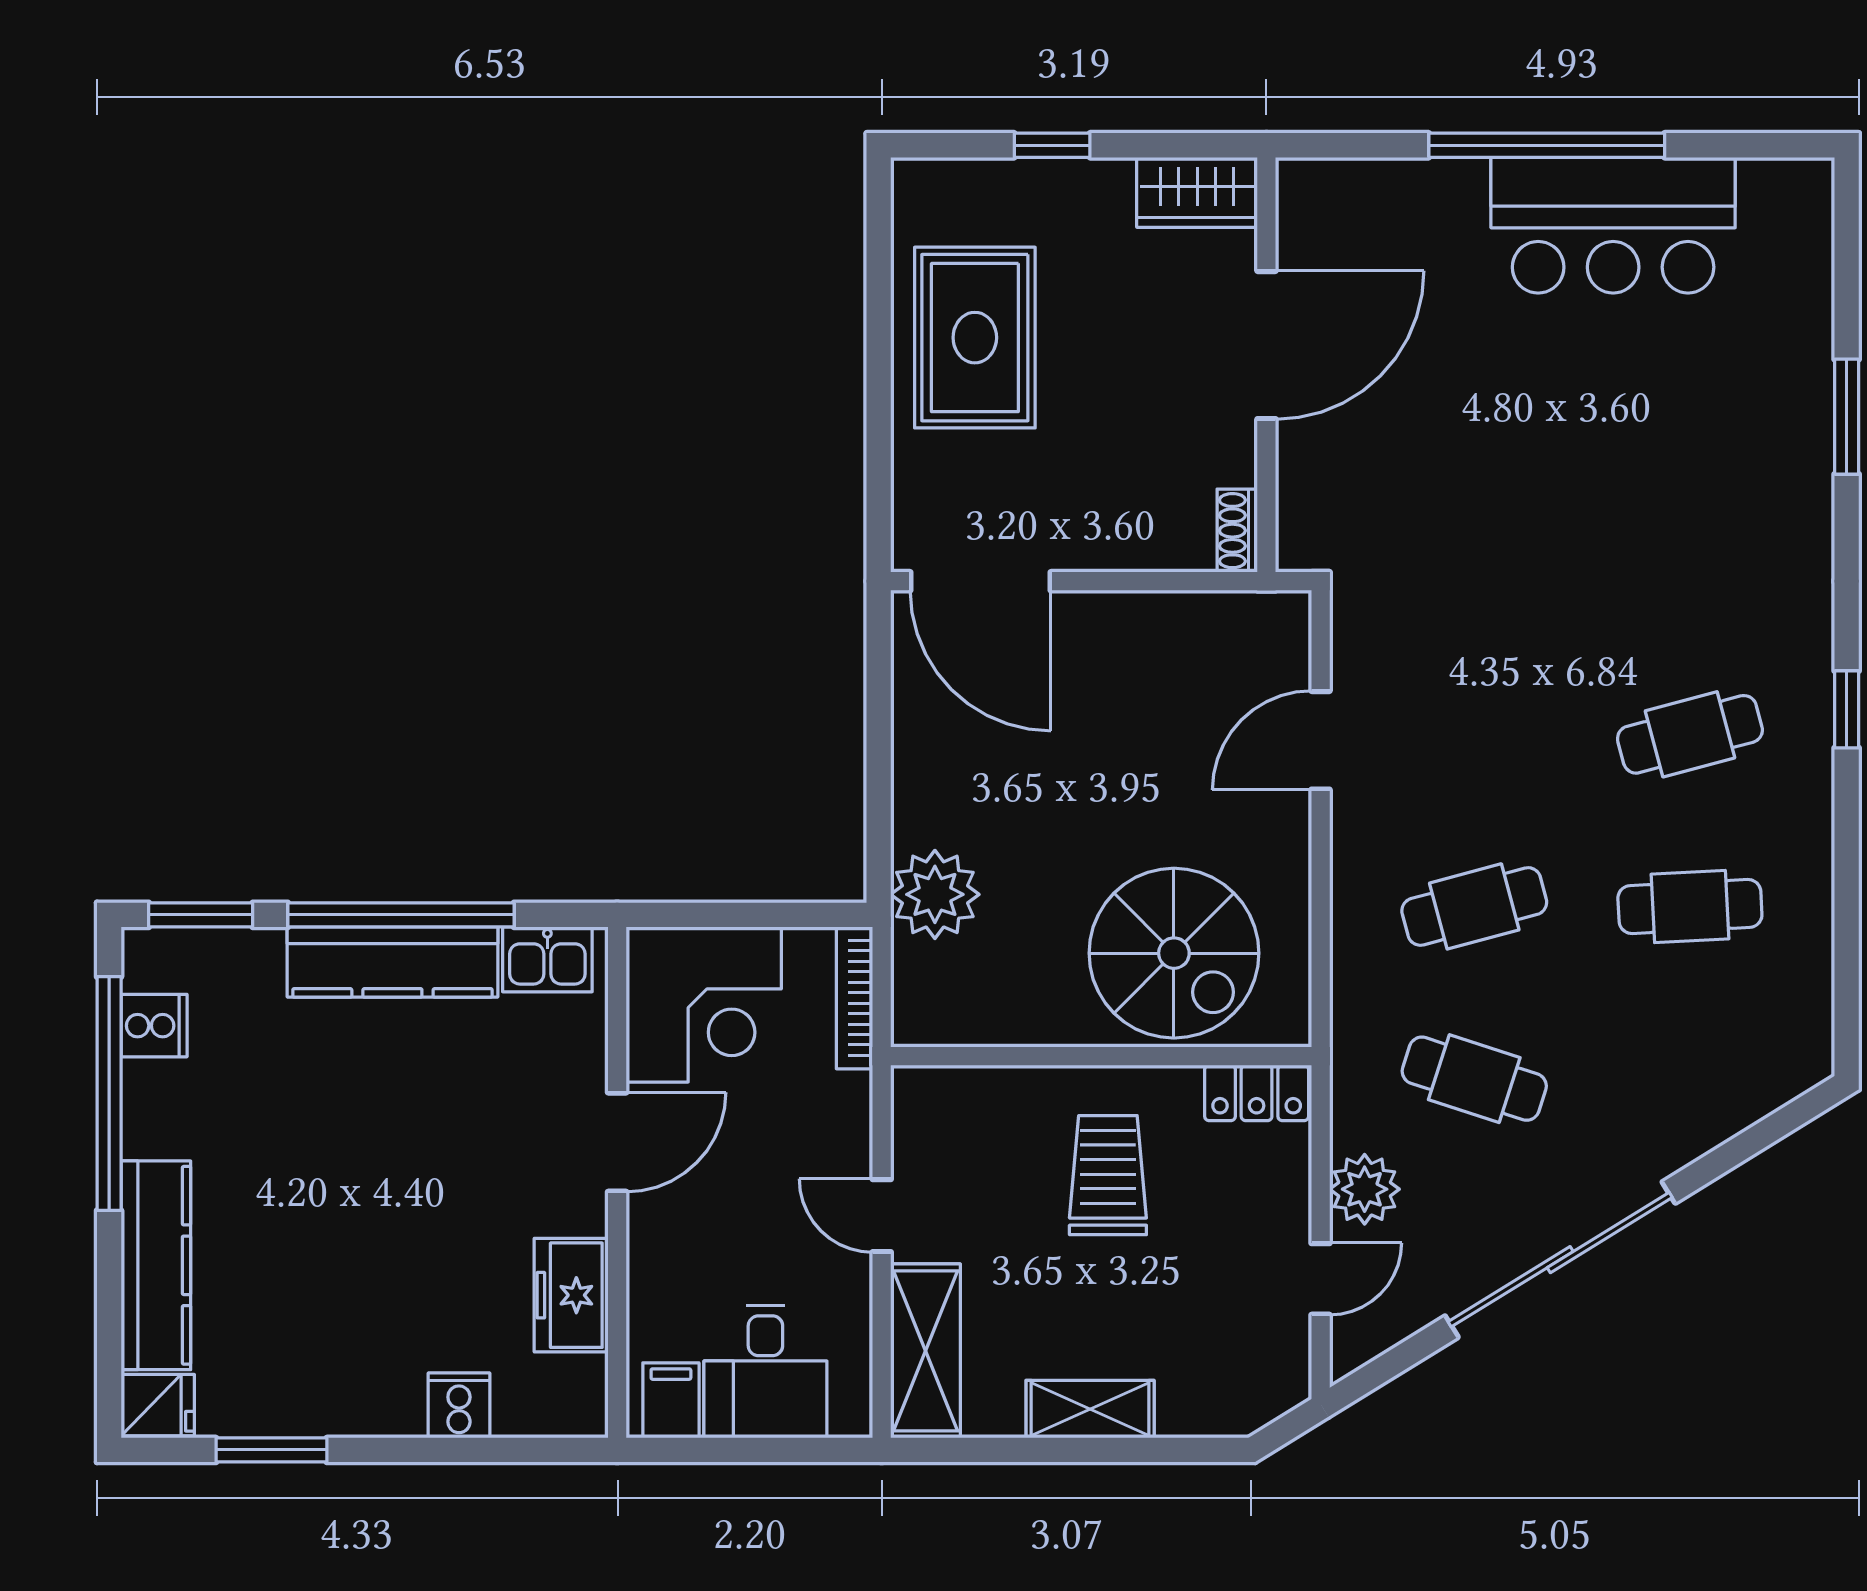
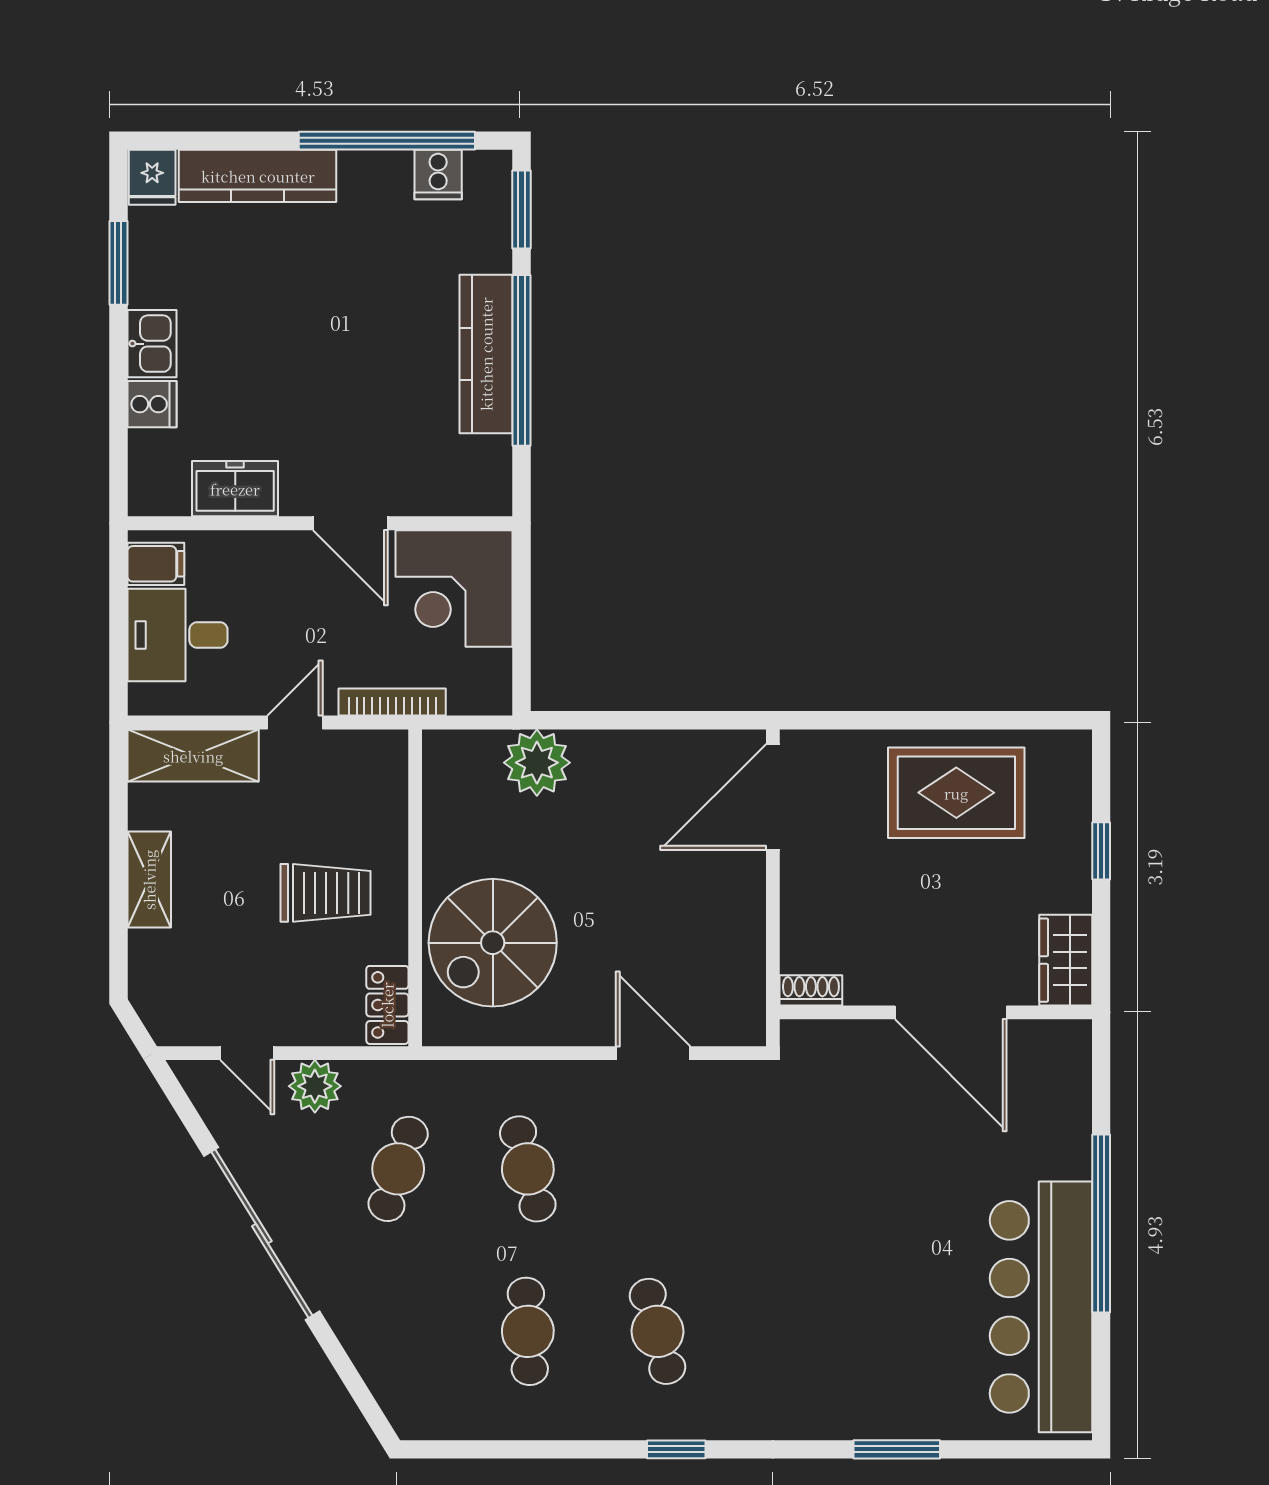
bar counter: (1613, 225) -> (1041, 1307), width x1.36
kitchen sink: (547, 959) -> (152, 344), moved, turned 180
bookcase: (854, 998) -> (392, 702), moved

